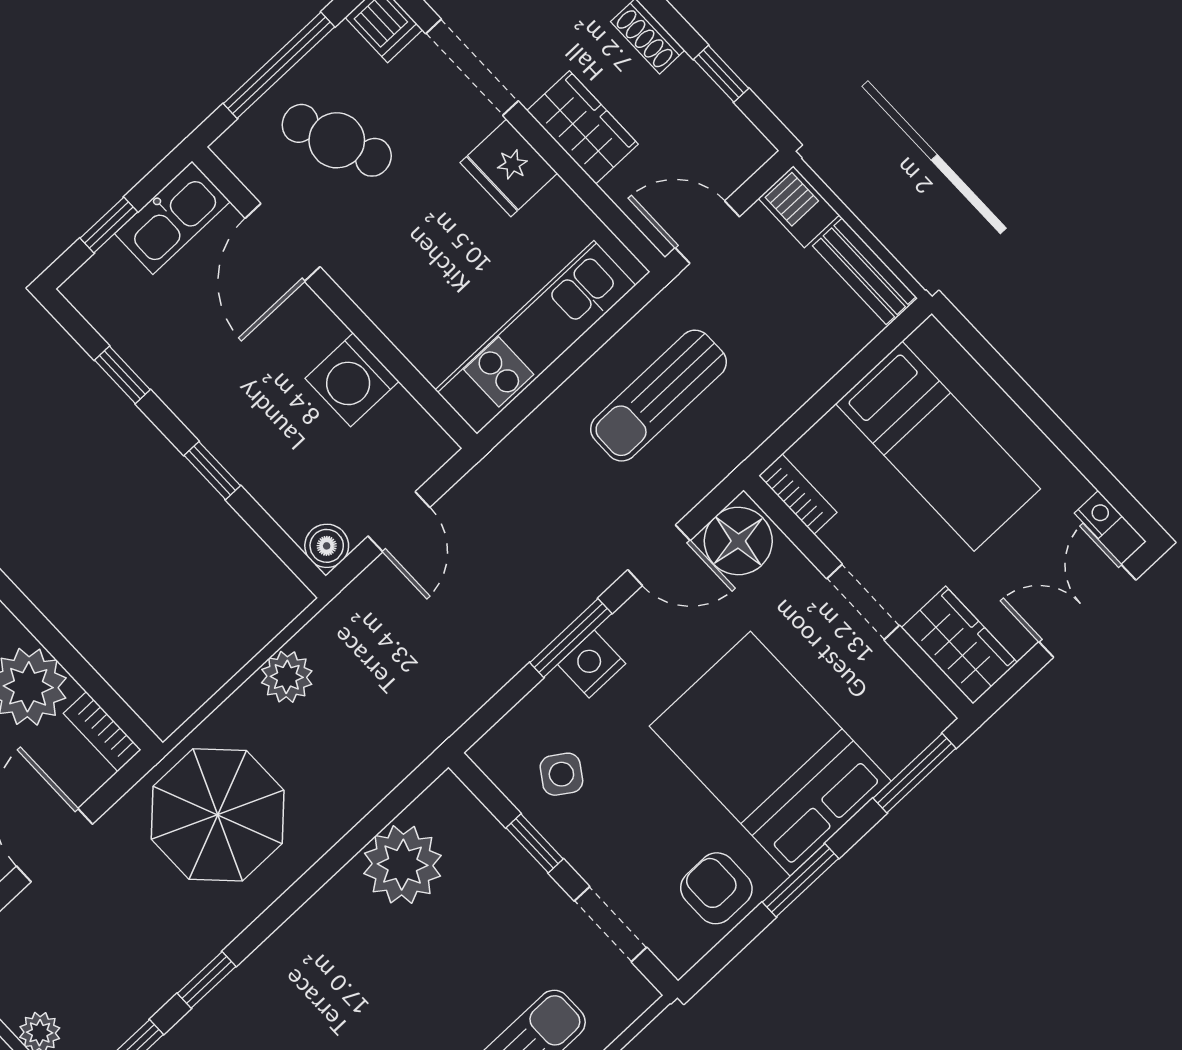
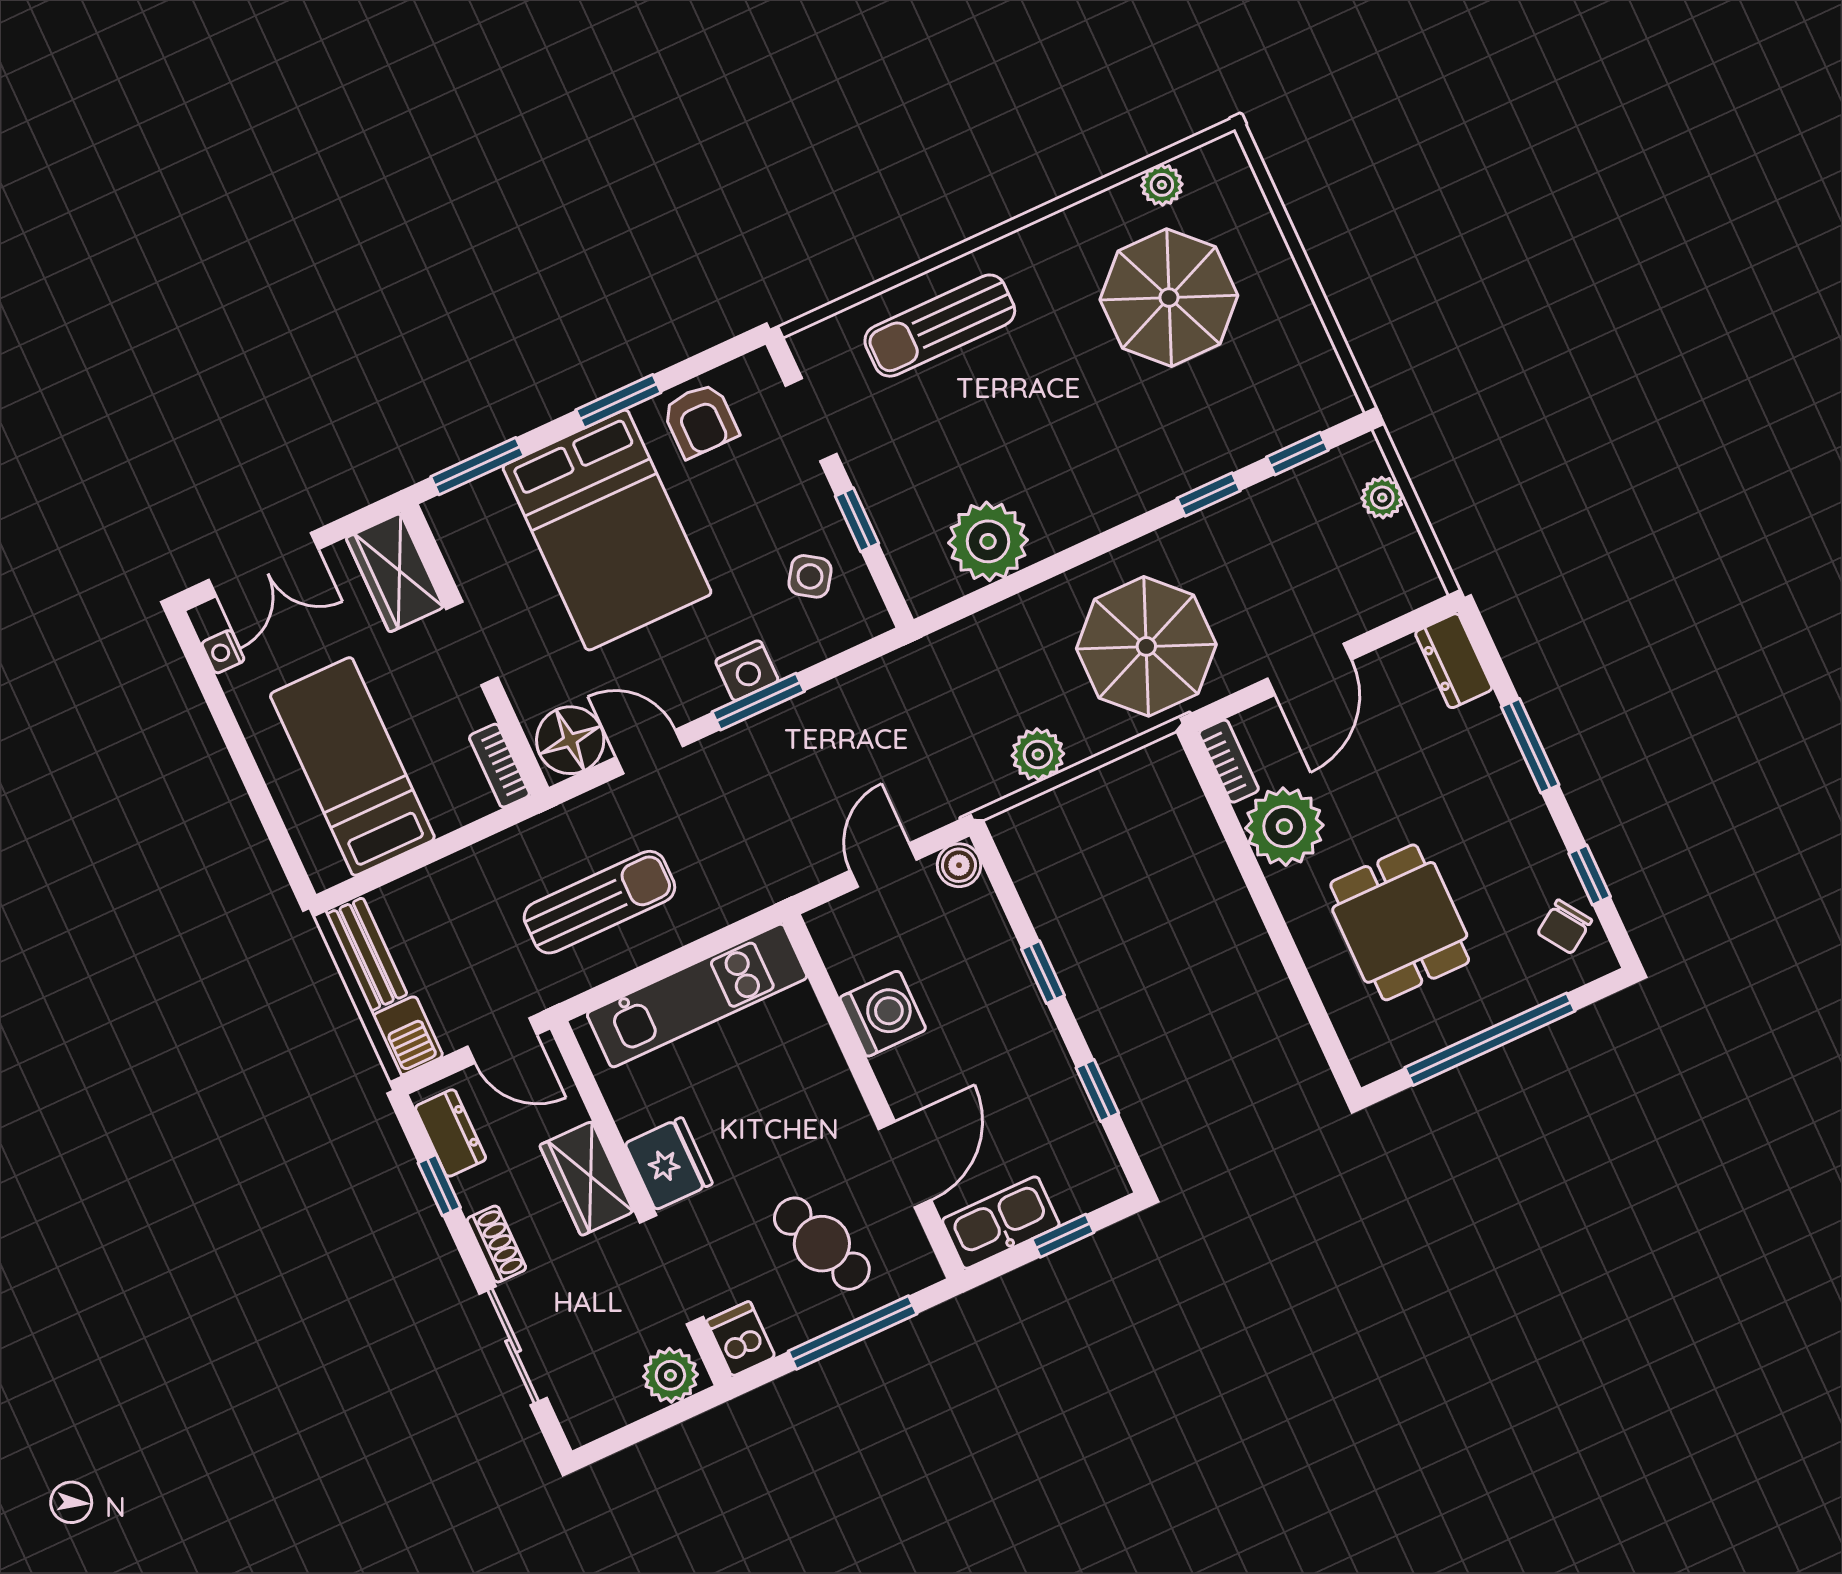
dresser: (727, 127) -> (451, 1133), added

